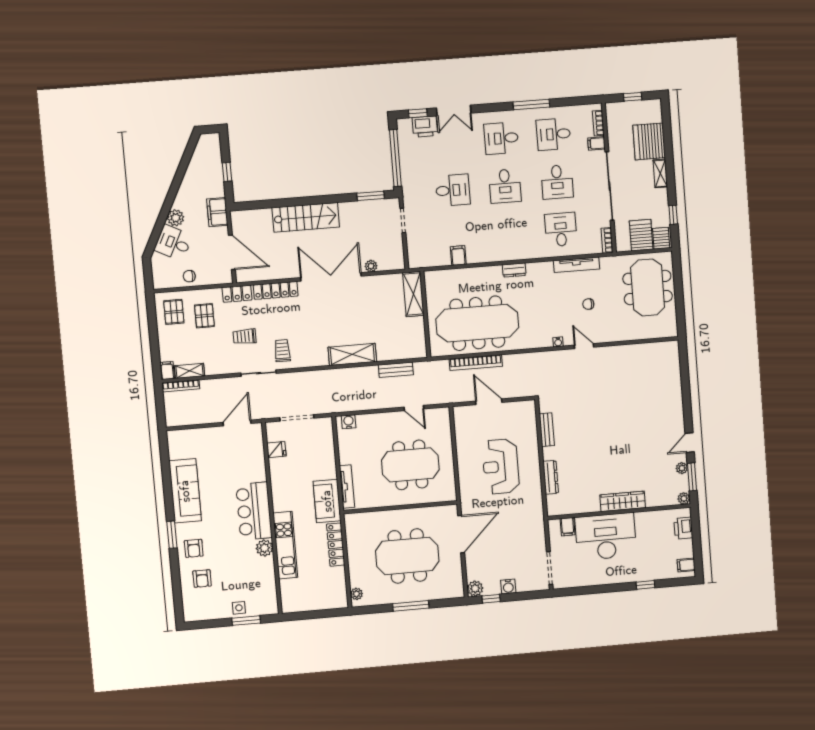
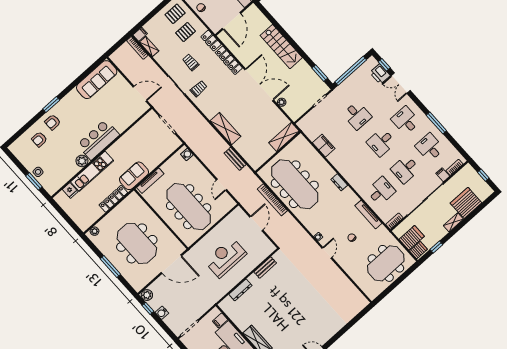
filing cabinet: (458, 256) -> (324, 146), width x2.00
fridge: (276, 450) -> (70, 190), moved
meeting table: (410, 465) -> (189, 207), width x1.36
sofa: (185, 491) -> (97, 80), moved

